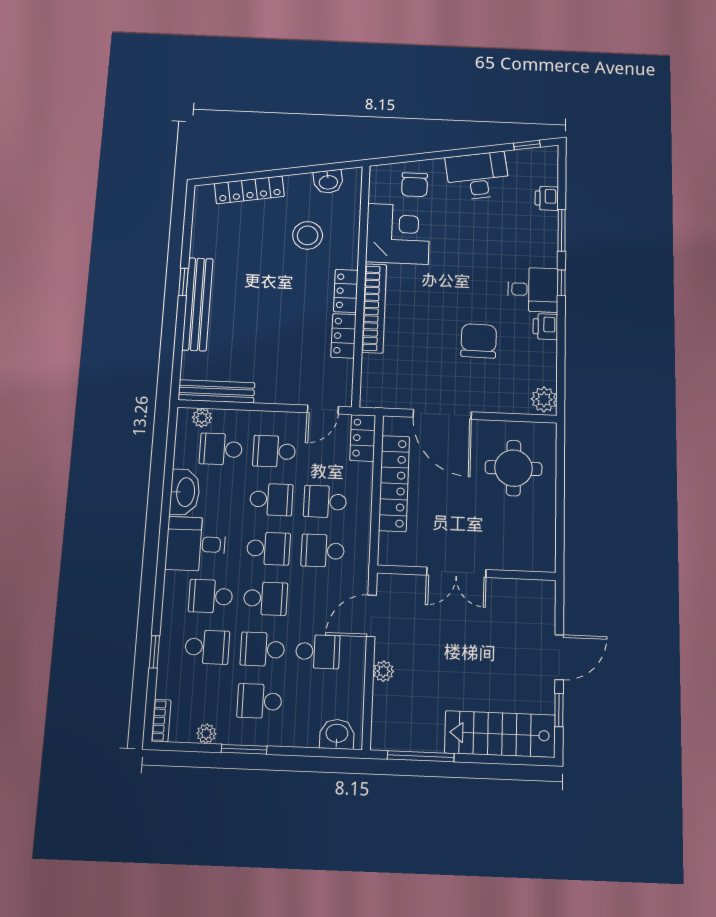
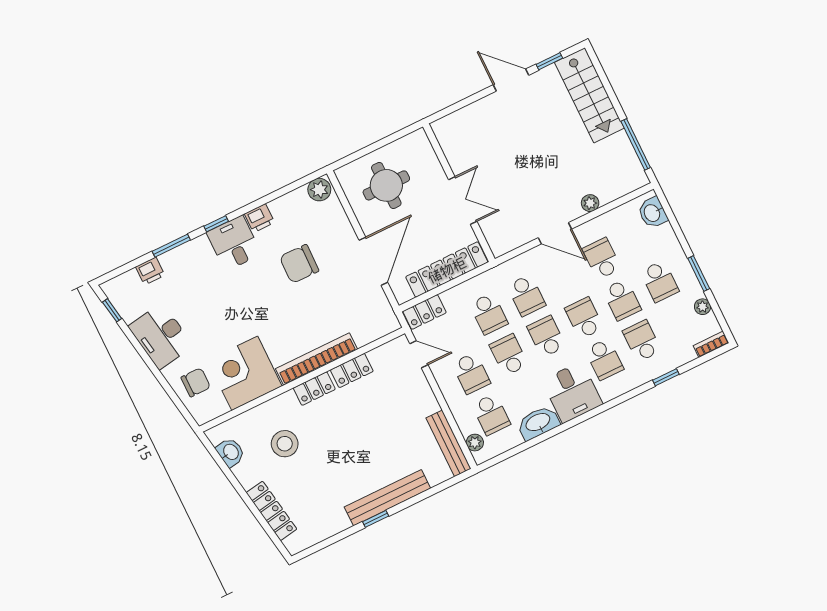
double door: (456, 572) -> (463, 201), moved
wall: (466, 573) -> (459, 193), moved

